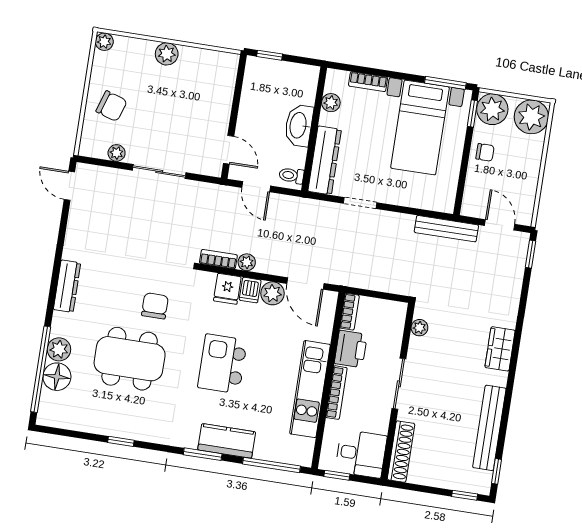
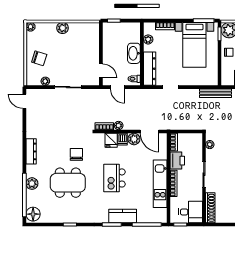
floor lamp: (57, 377) -> (33, 214), moved

